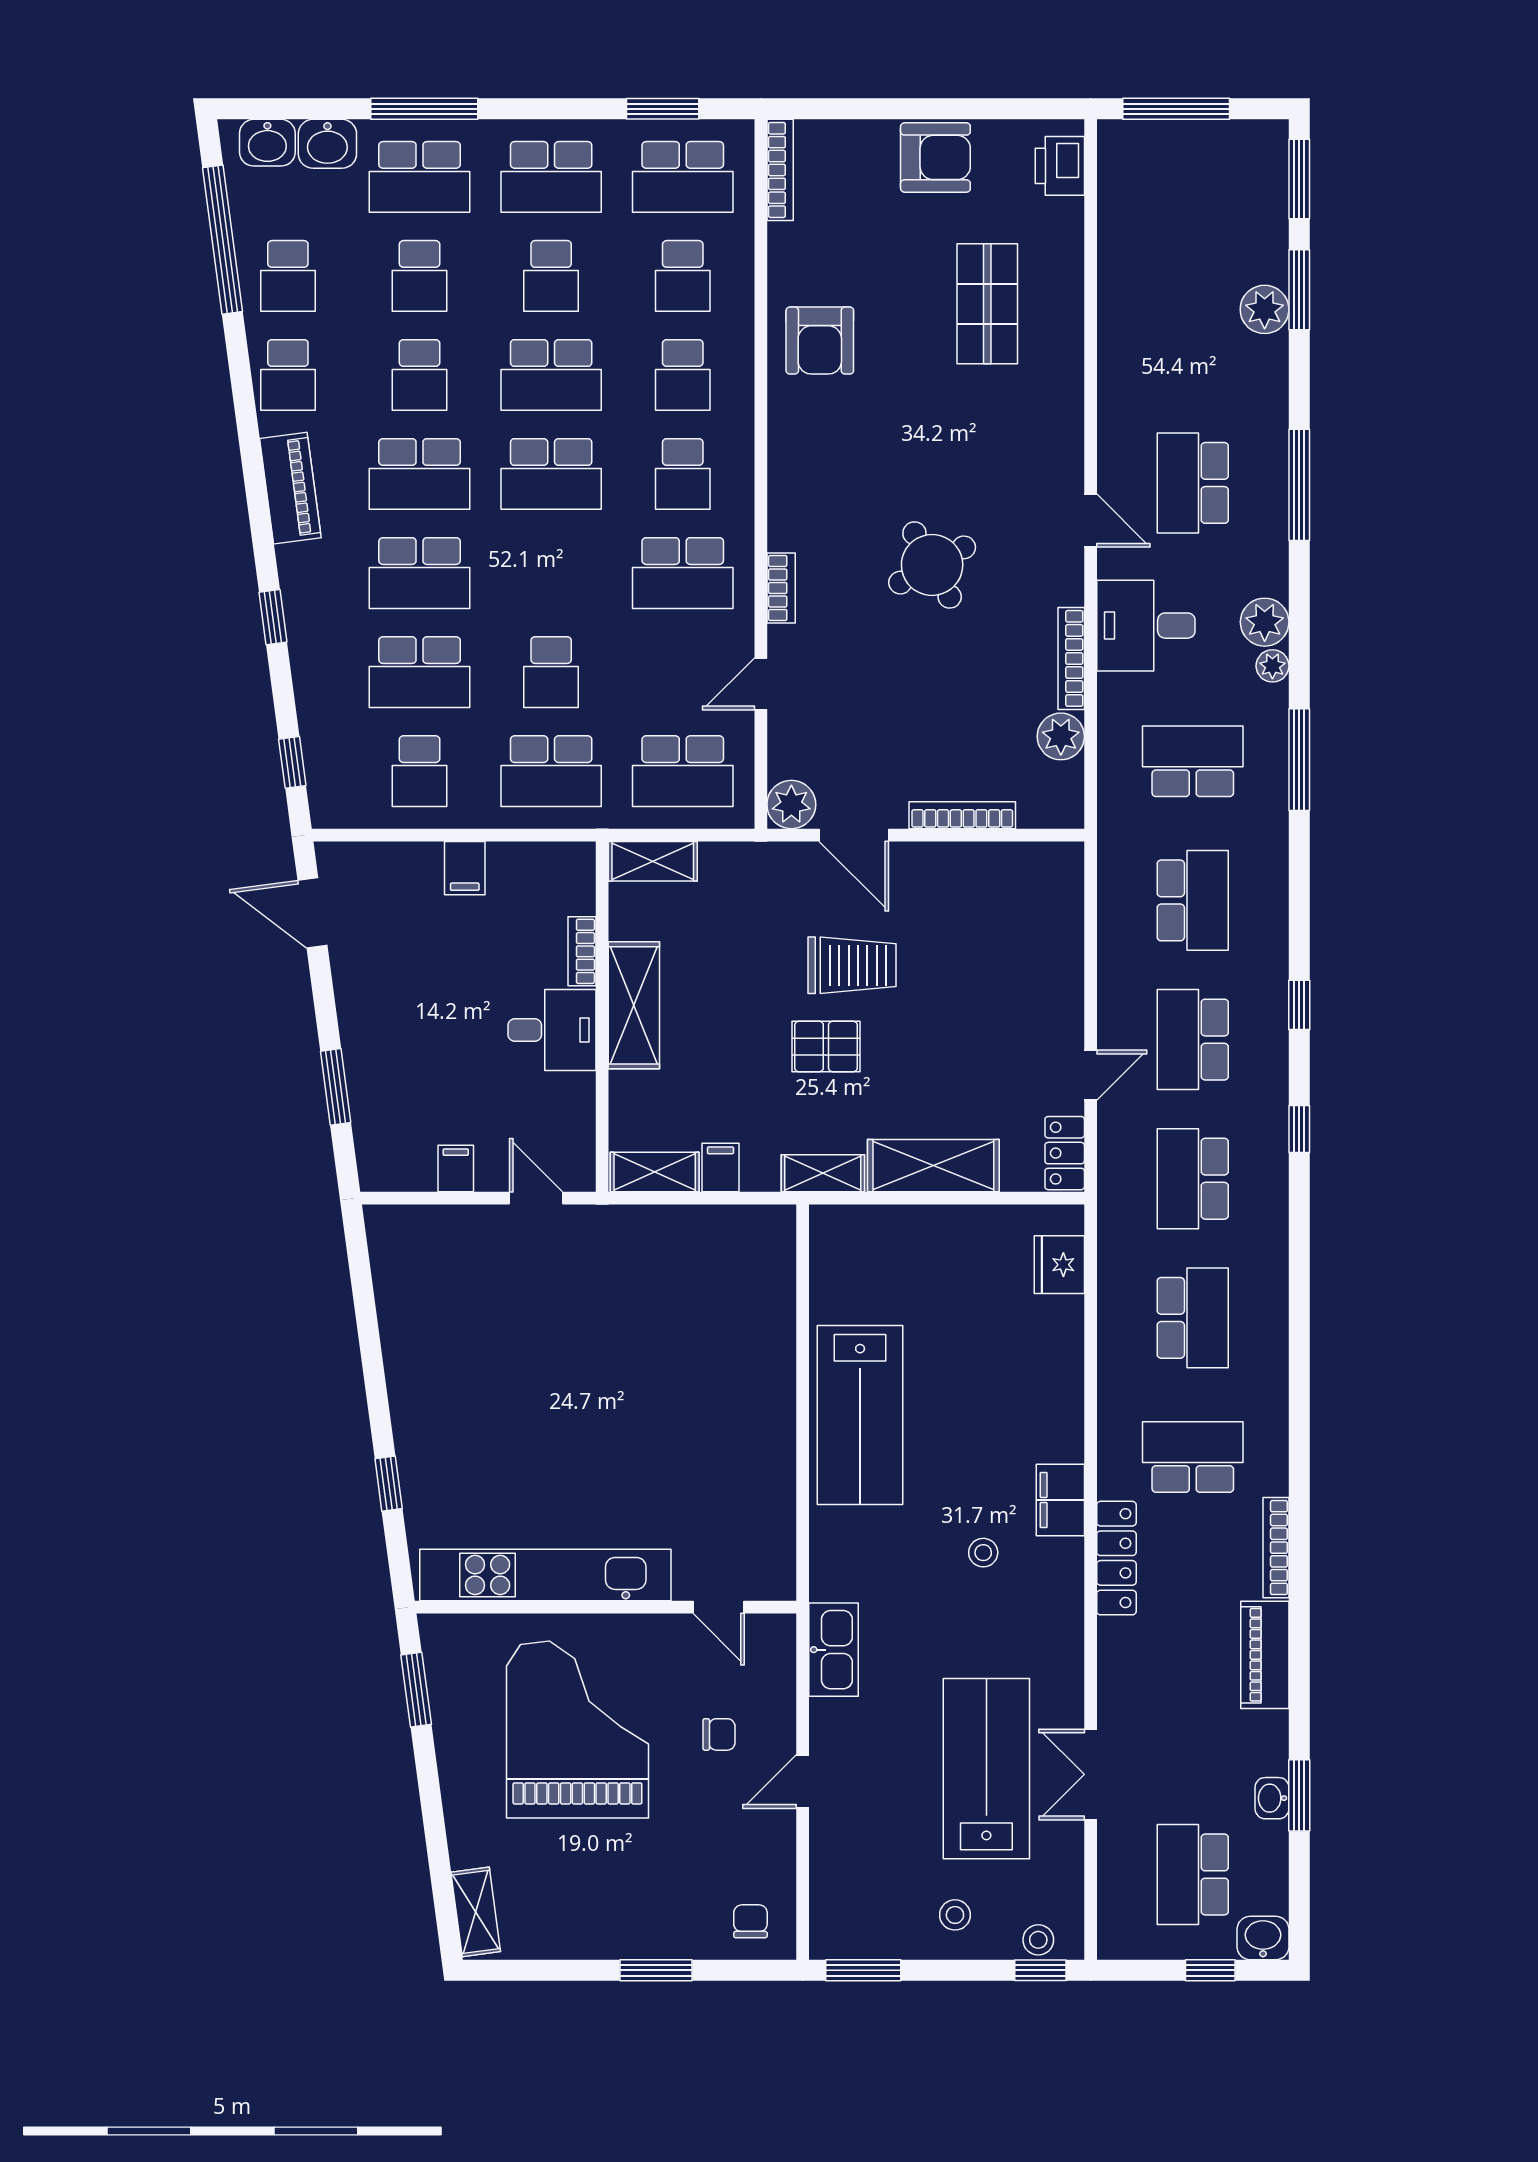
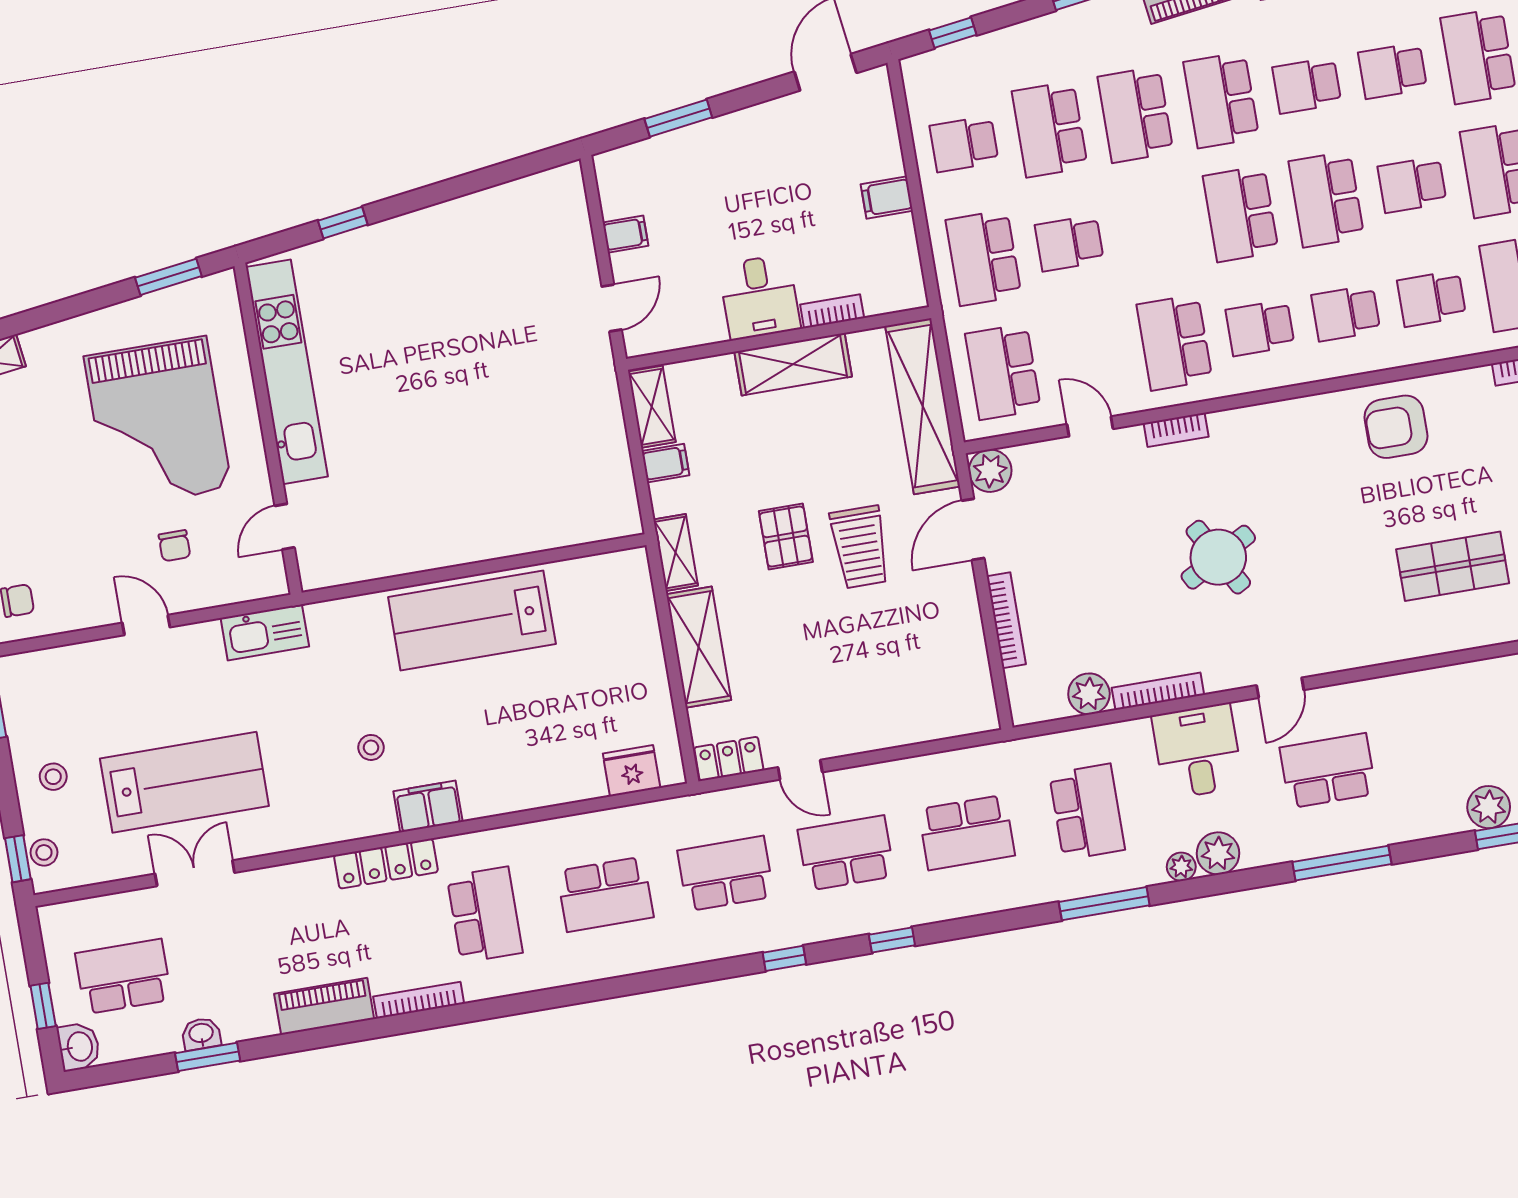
shelving: (653, 861) -> (923, 406), width x2.20, depth x1.33
grand piano: (577, 1730) -> (158, 422), turned 90

